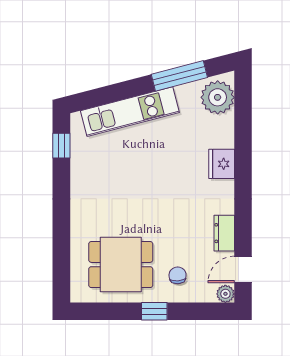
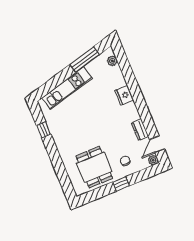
plant: (218, 97) -> (112, 61), width x0.53, depth x0.53
window: (61, 146) -> (44, 130), moved
dining table: (121, 265) -> (94, 167), turned 90

